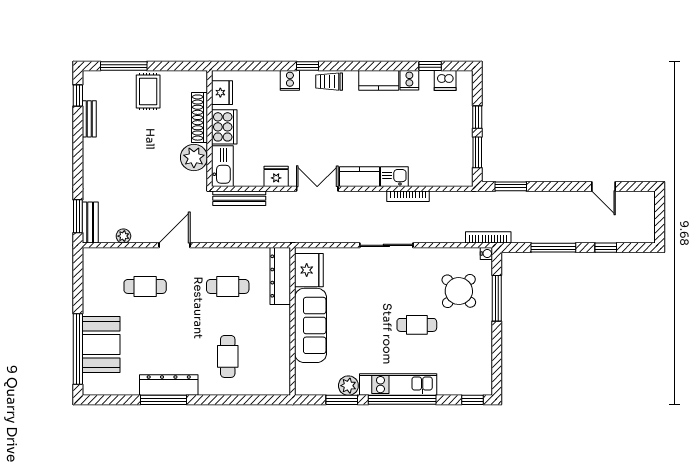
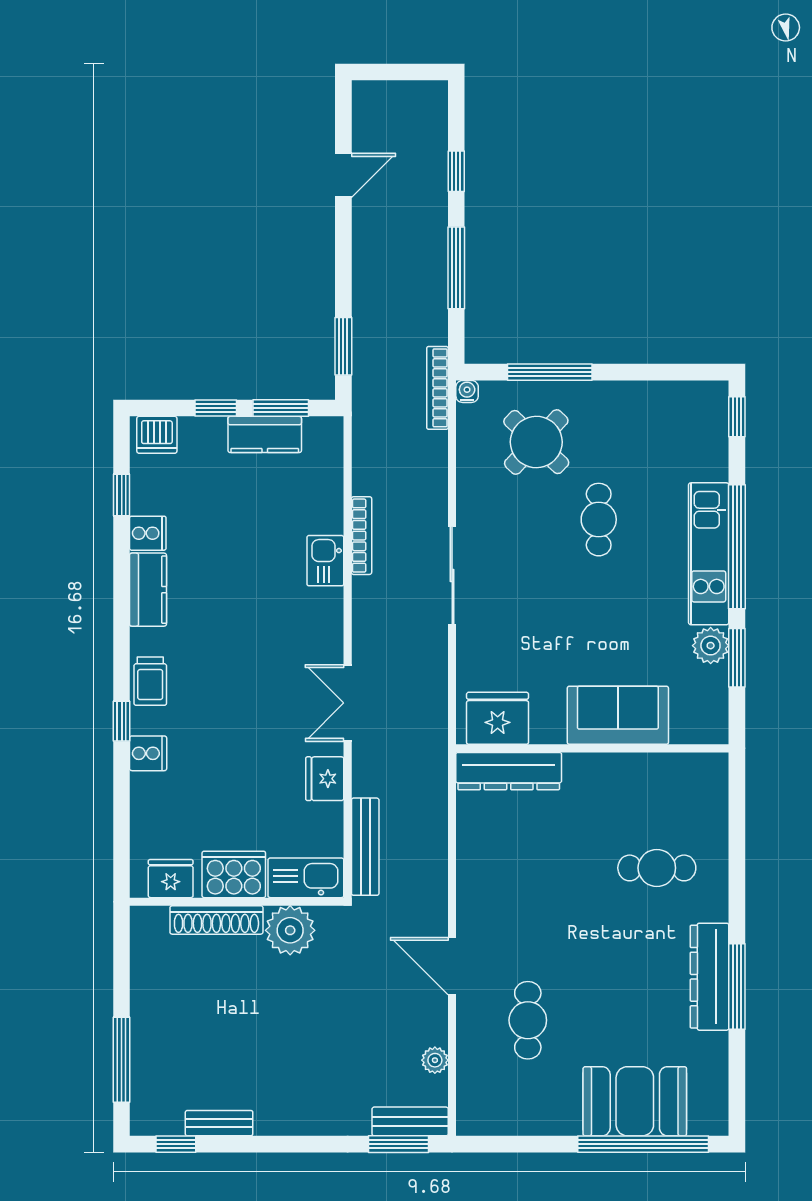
dishwasher: (445, 81) -> (157, 435), moved, turned 90
rug: (148, 91) -> (169, 1015), removed
kitchen counter: (359, 177) -> (265, 434), moved, turned -90
cafe table: (228, 286) -> (528, 868), removed
sofa: (311, 325) -> (618, 715), width x0.73

